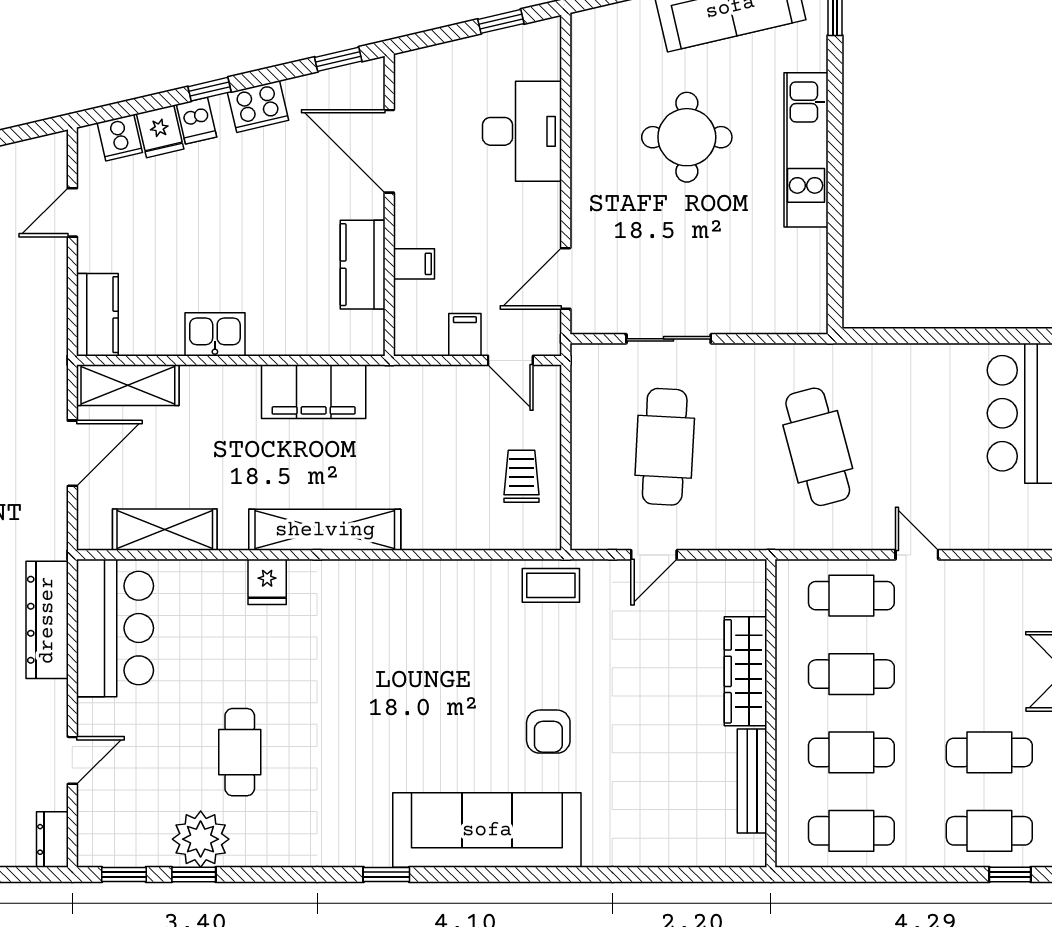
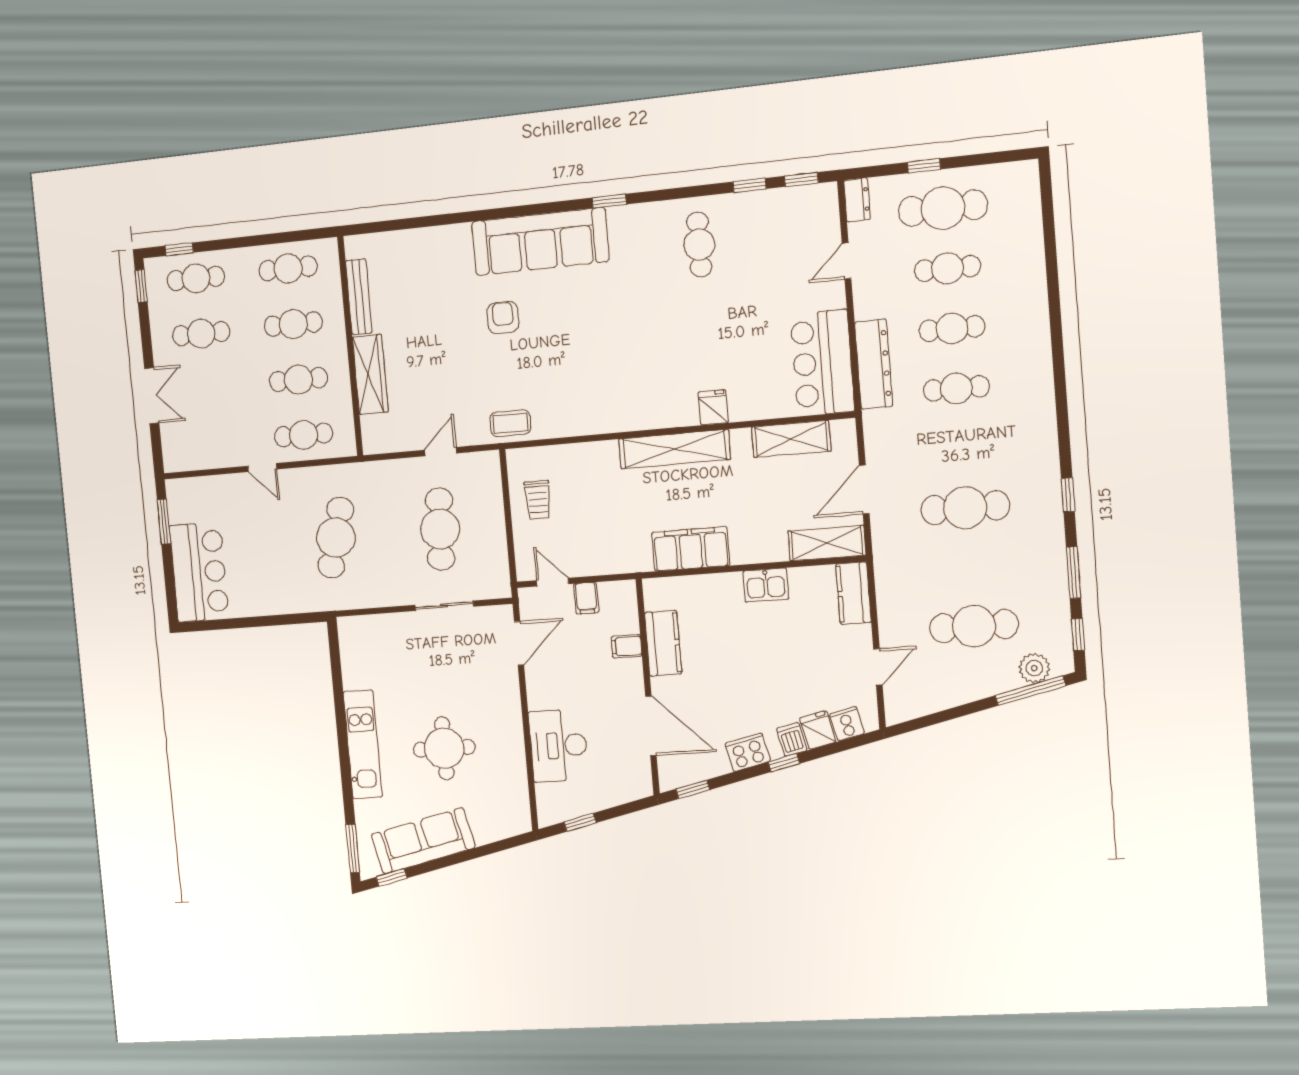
cafe table: (818, 447) -> (336, 538), turned 30
cafe table: (240, 752) -> (699, 245), moved
plant: (201, 839) -> (747, 212), removed

